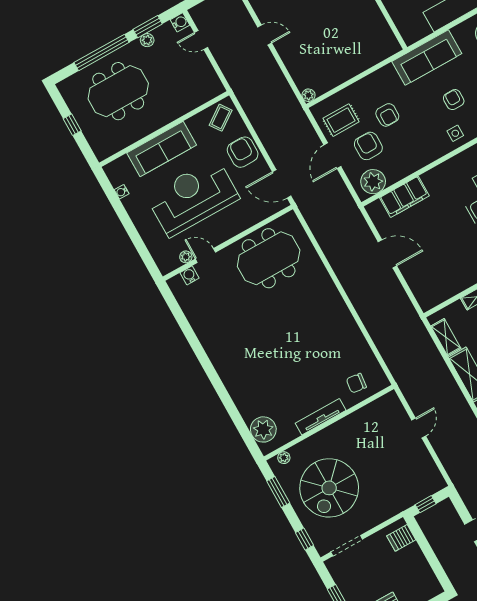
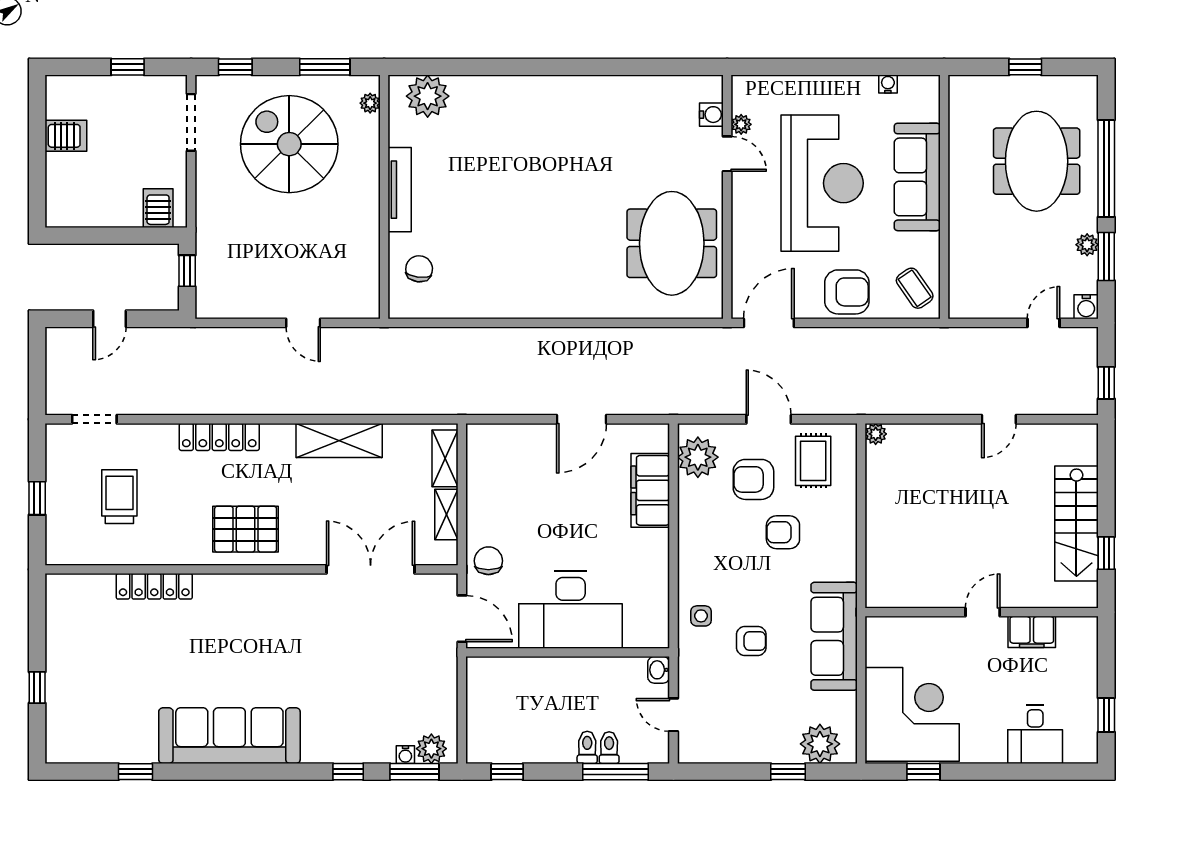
armchair: (368, 146) -> (753, 479), turned 180
door: (205, 255) -> (727, 154), hinge flipped
shelving: (446, 337) -> (445, 458), moved, turned 90

